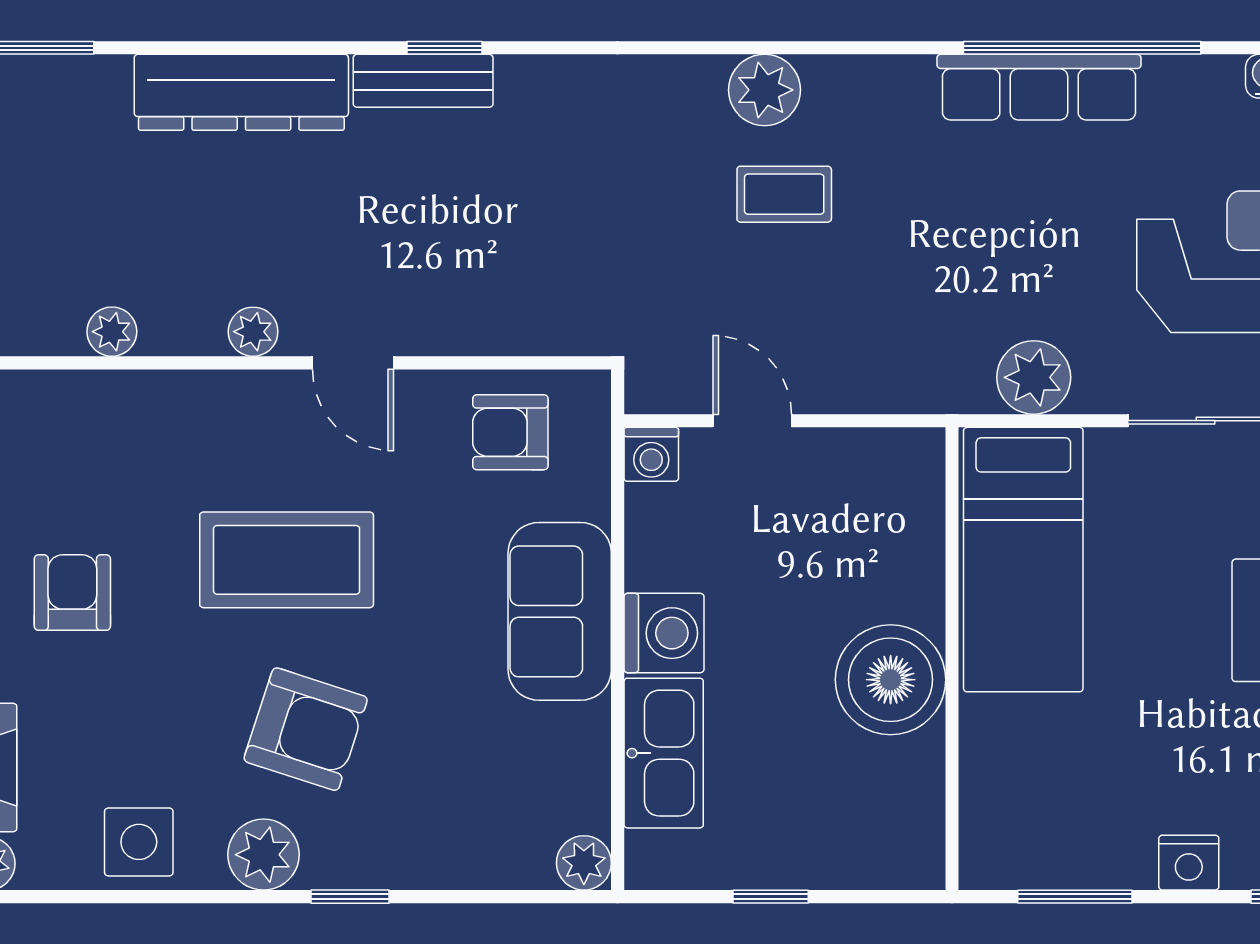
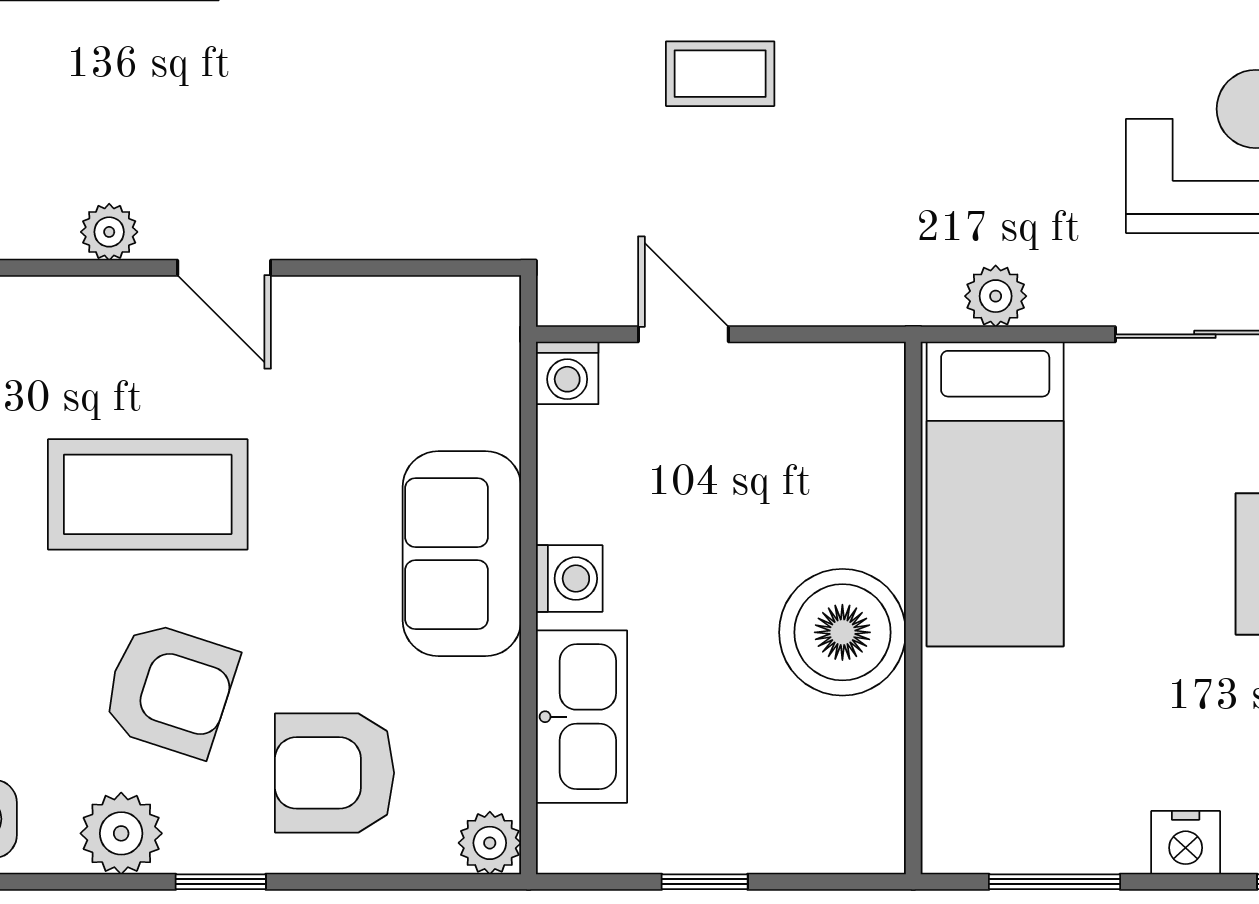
plant: (1034, 377) -> (996, 296), width x0.73, depth x0.73
armchair: (510, 432) -> (335, 773), moved, width x1.38, depth x1.38
washing machine: (664, 633) -> (569, 579), width x0.73, depth x0.73

